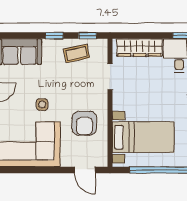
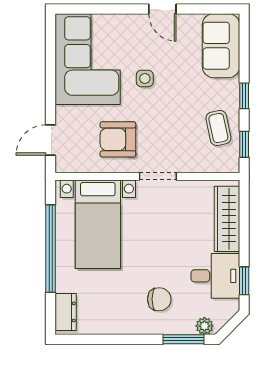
doorway: (110, 77) -> (158, 176), moved

